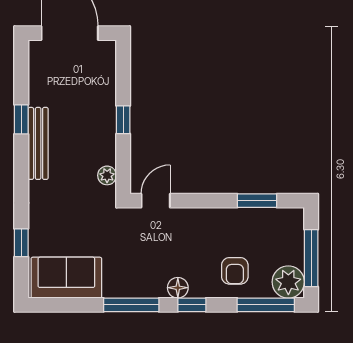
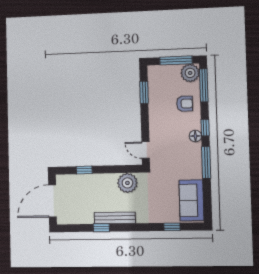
window: (123, 120) -> (84, 170), moved
plant: (107, 175) -> (127, 183), width x1.87, depth x1.87

